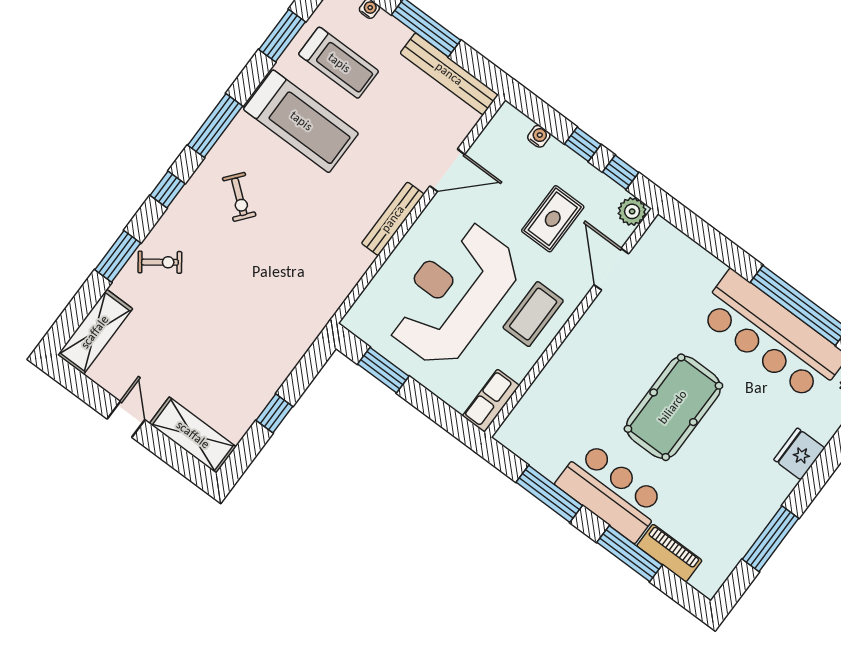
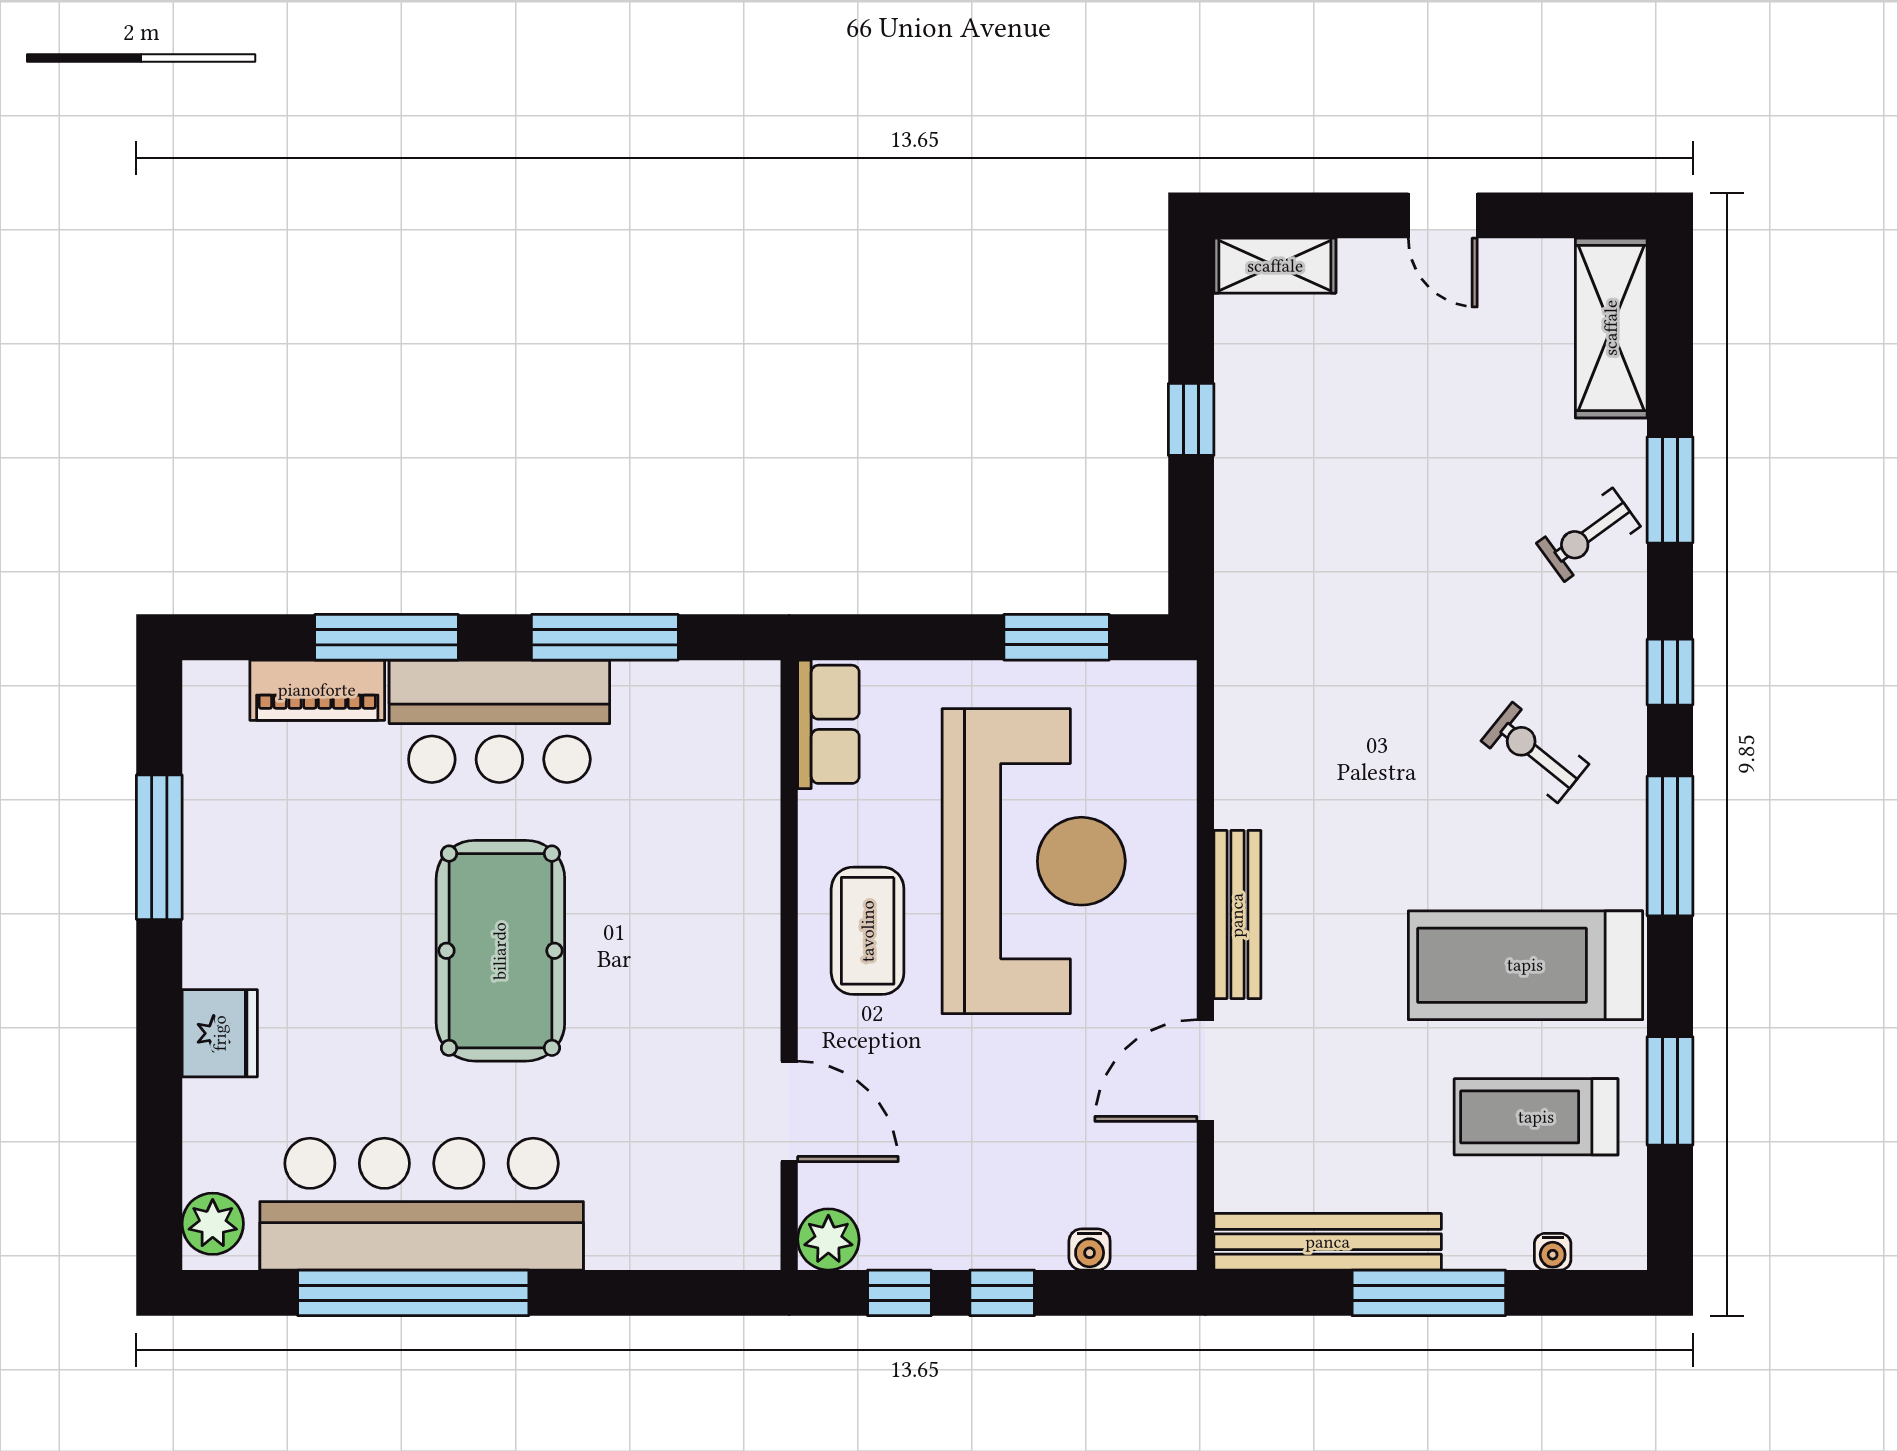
rug: (553, 219) -> (958, 1123), removed
shelving: (193, 435) -> (1275, 266), width x0.67, depth x0.75

